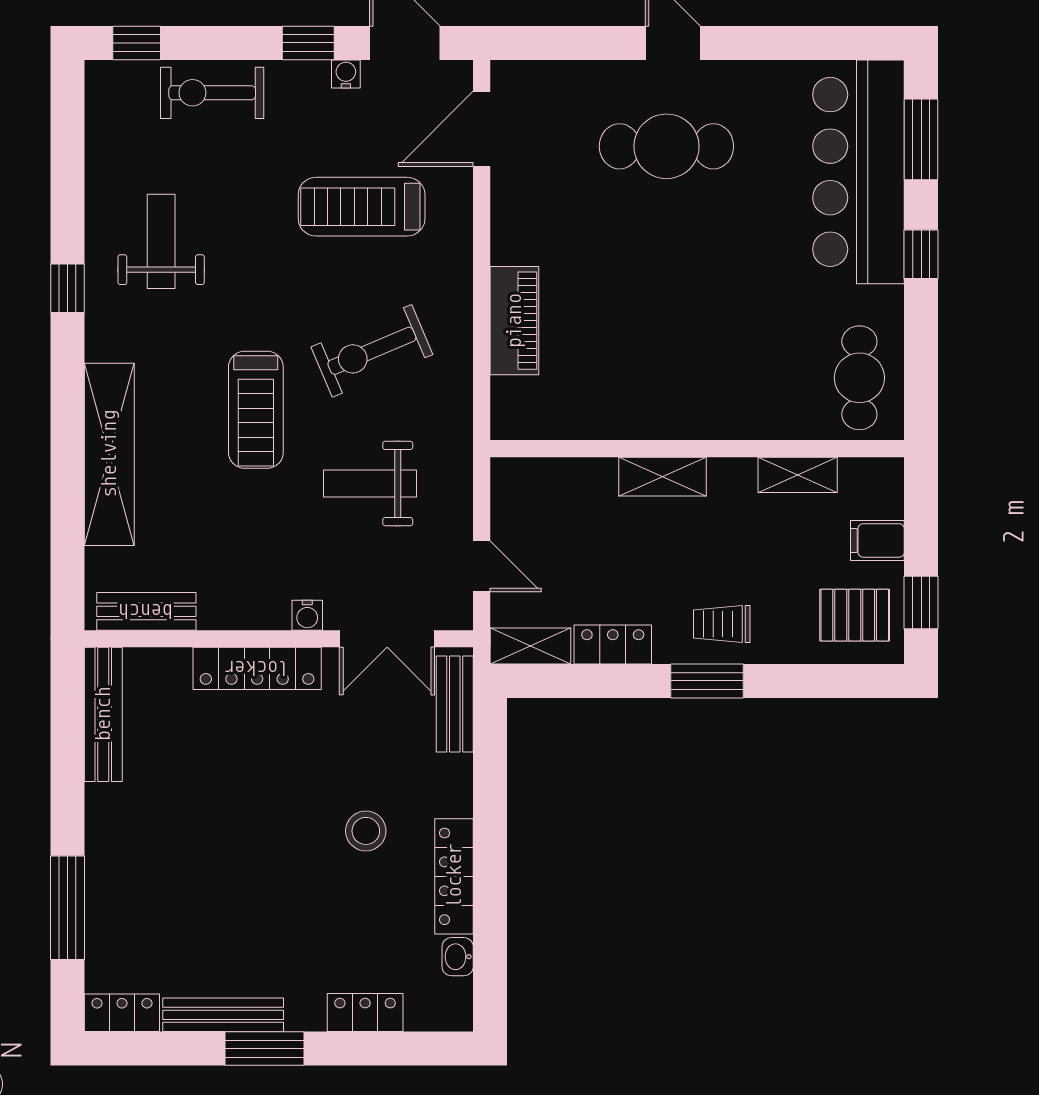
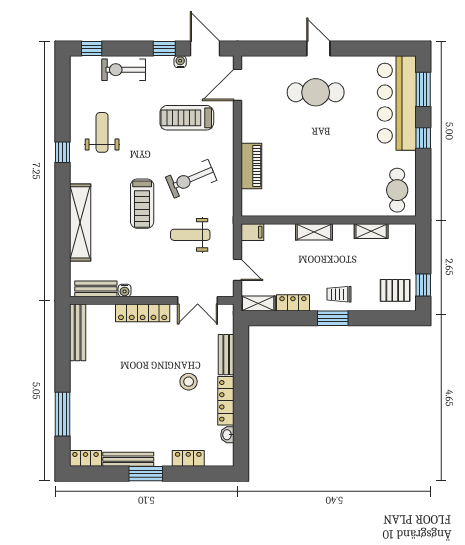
filing cabinet: (877, 540) -> (252, 232), moved, turned 180
water cooler: (307, 615) -> (125, 290), moved
bench: (455, 704) -> (226, 355), moved

